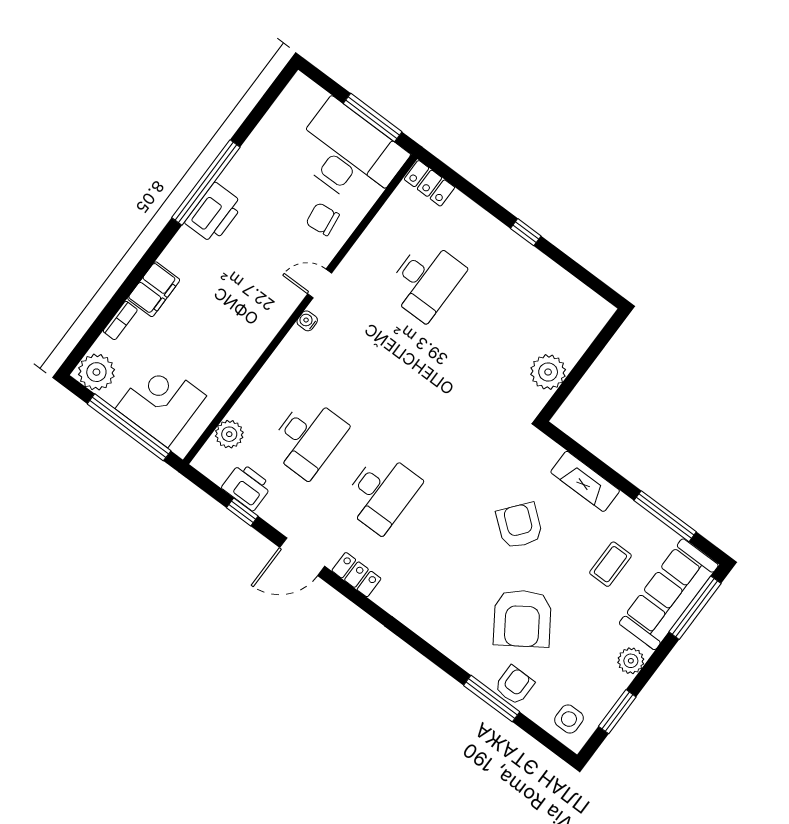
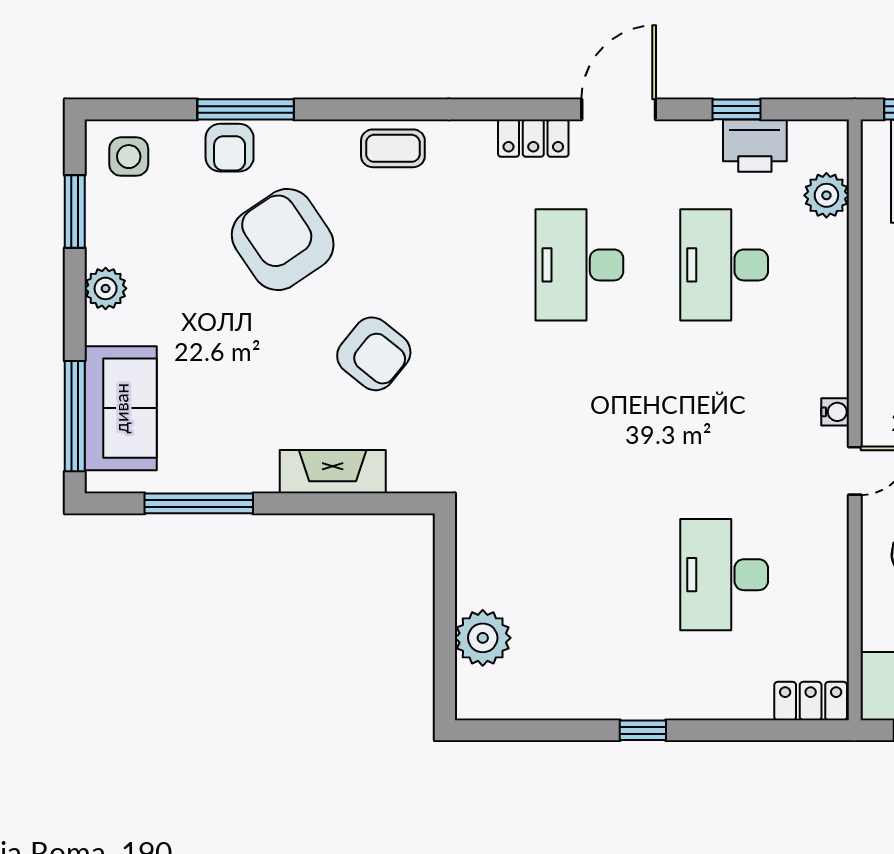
plant: (548, 372) -> (483, 638), moved
coffee table: (610, 564) -> (393, 148), moved, turned 90
sofa: (669, 594) -> (121, 408), width x0.73

